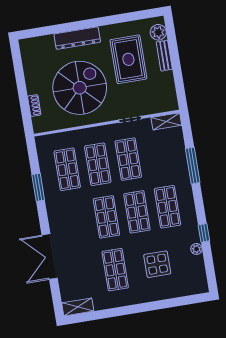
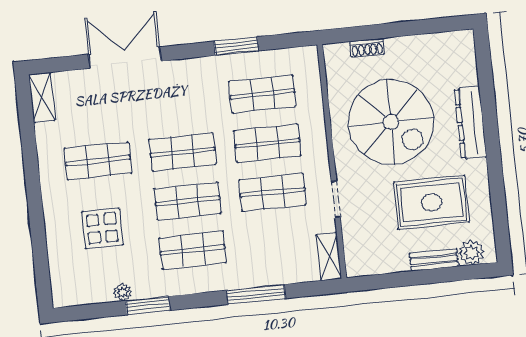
window: (204, 233) -> (148, 306), width x1.50

